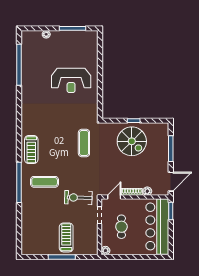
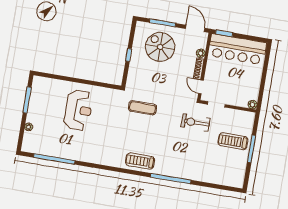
spiral stairs: (132, 141) -> (160, 47), moved, turned -90
treadmill: (31, 149) -> (140, 161), turned 180
exercise mat: (45, 182) -> (174, 153), removed
exercise bike: (78, 198) -> (196, 123), turned 88
cafe table: (121, 227) -> (231, 85), removed

